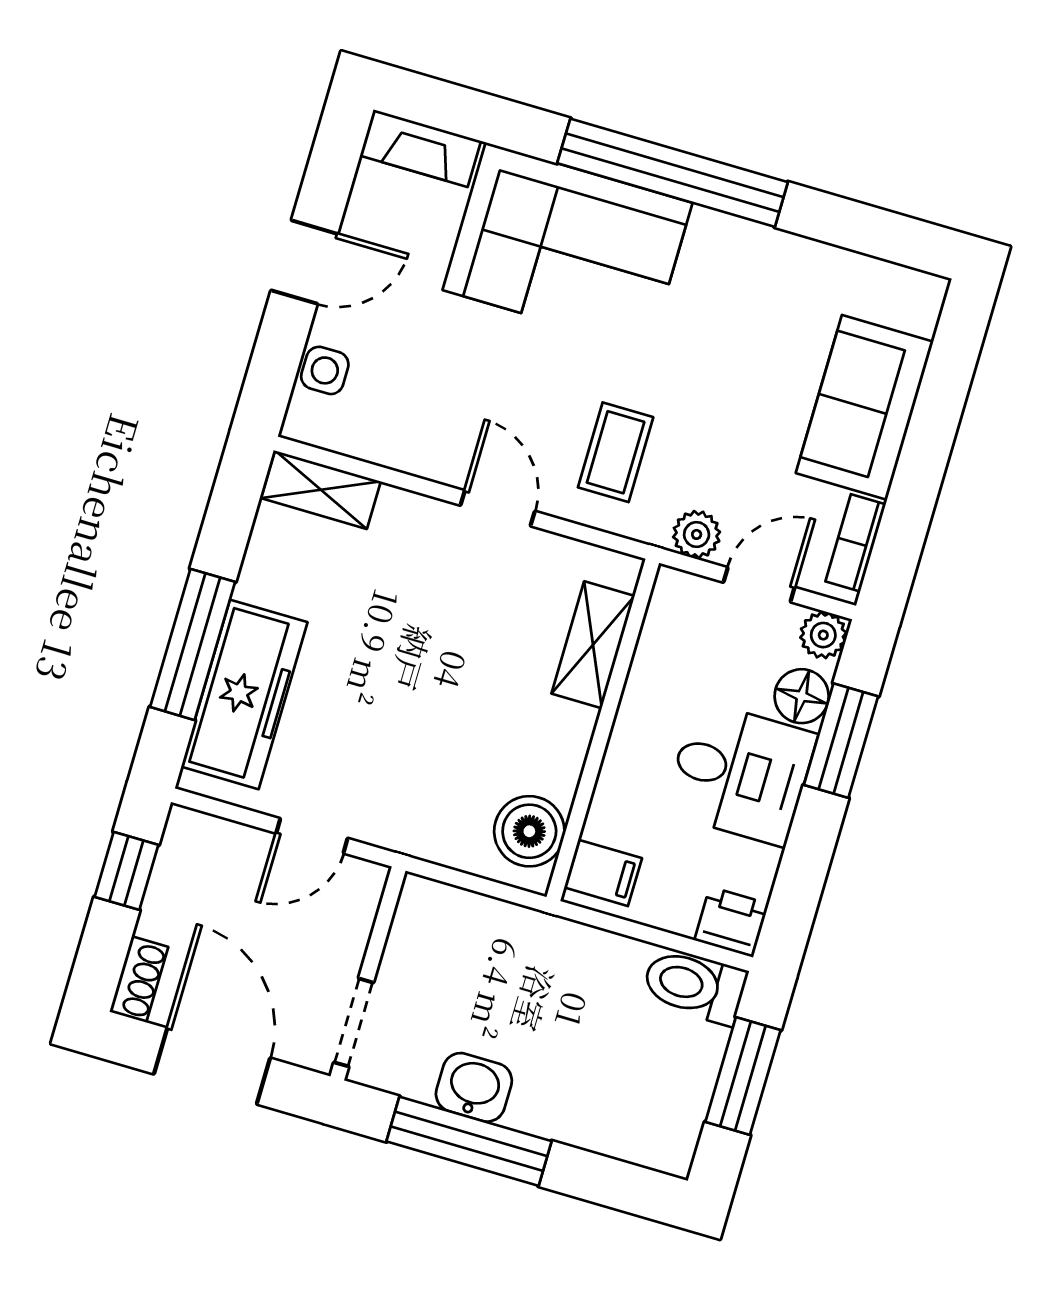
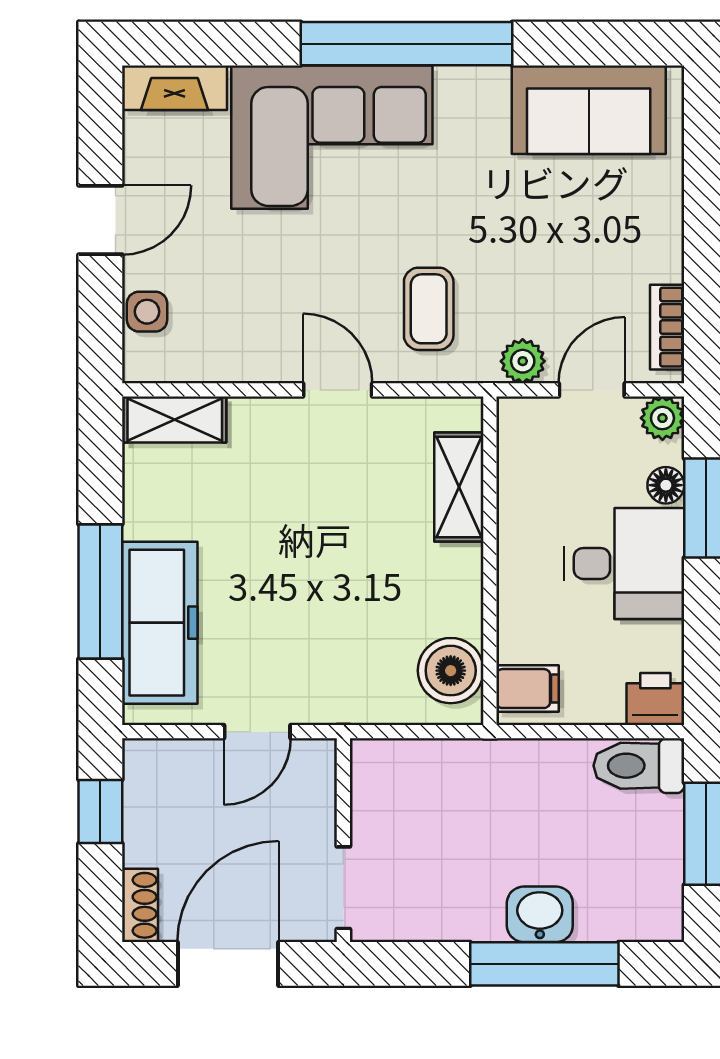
sofa: (865, 407) -> (589, 110), moved, turned -90
floor lamp: (802, 696) -> (666, 485), width x0.73, depth x0.73
door: (212, 1066) -> (228, 964), hinge flipped
washbasin: (474, 1087) -> (540, 914), moved
window: (469, 1141) -> (544, 964), moved

